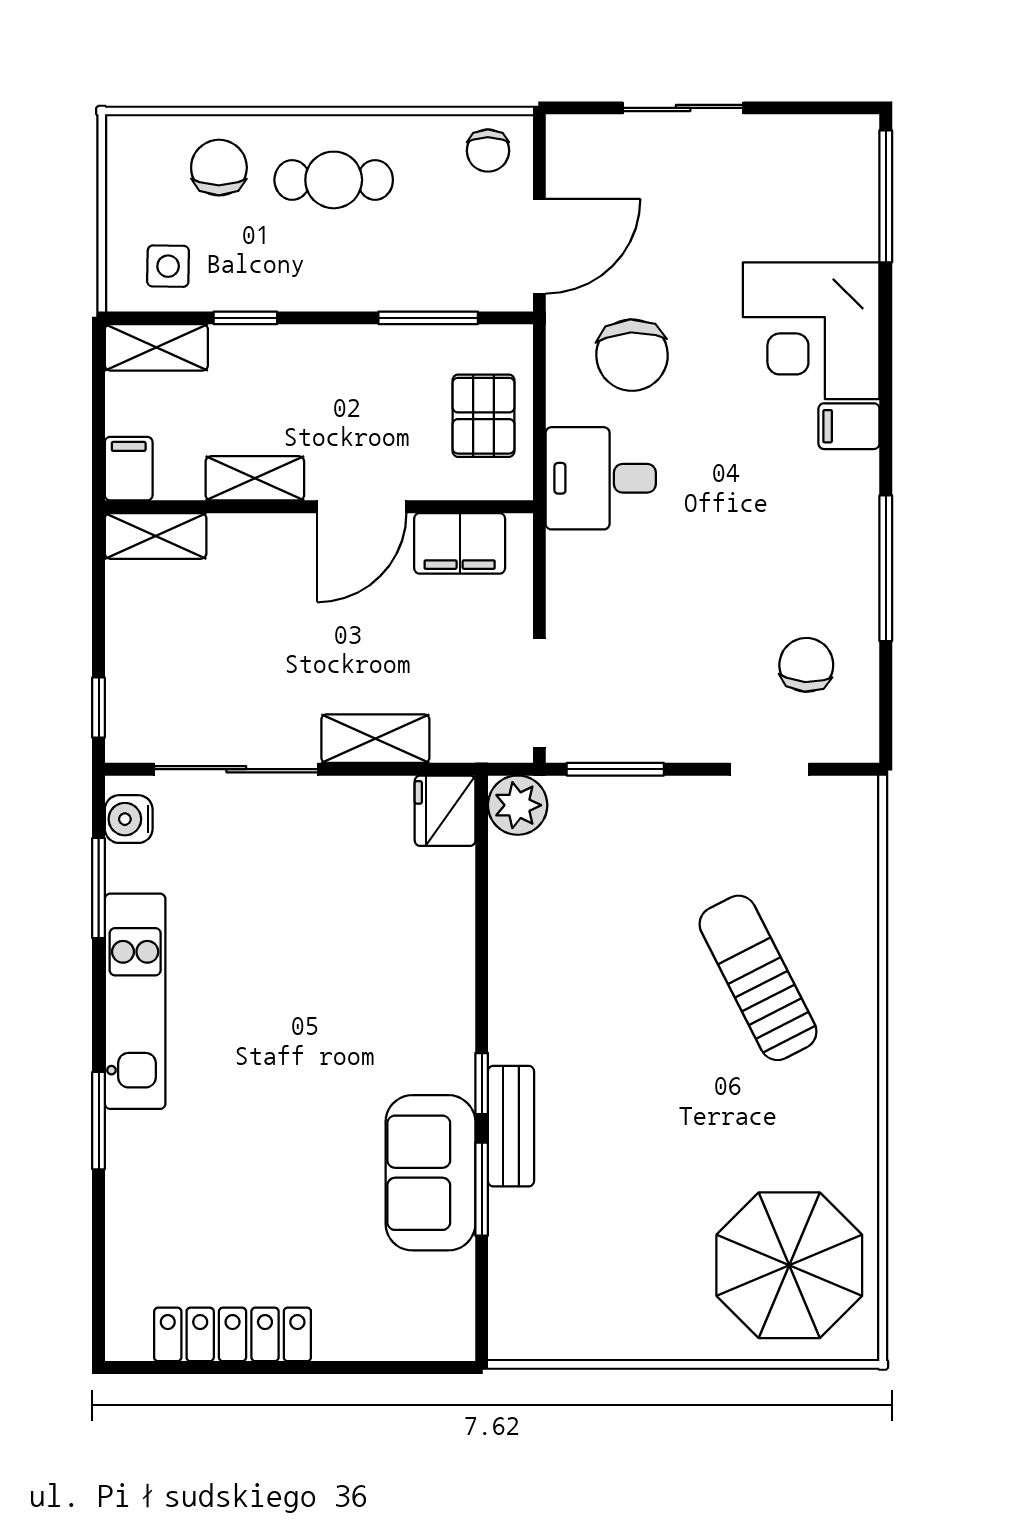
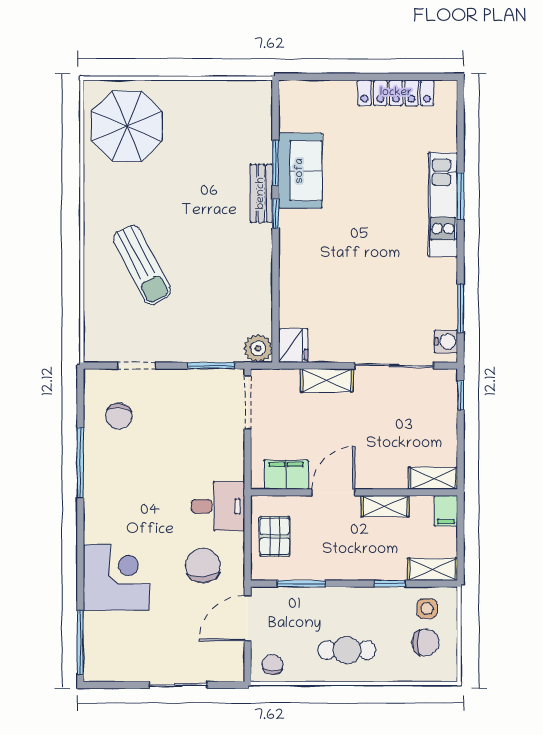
chair: (219, 168) -> (425, 642), moved, turned -90
filing cabinet: (849, 426) -> (98, 531), removed
kitchen unit: (135, 1001) -> (443, 205), moved

